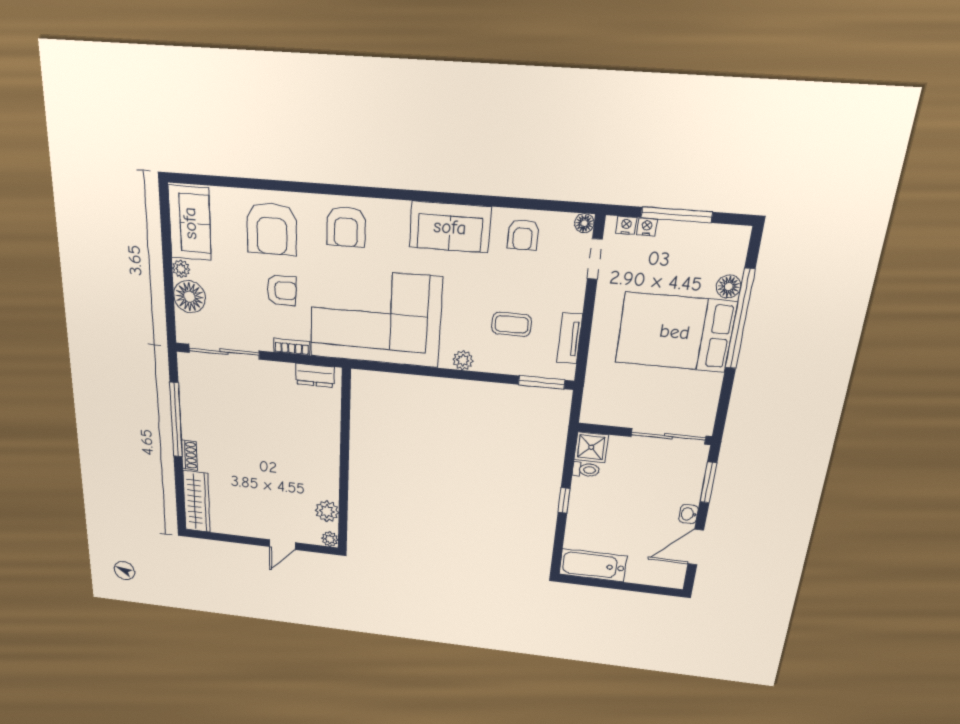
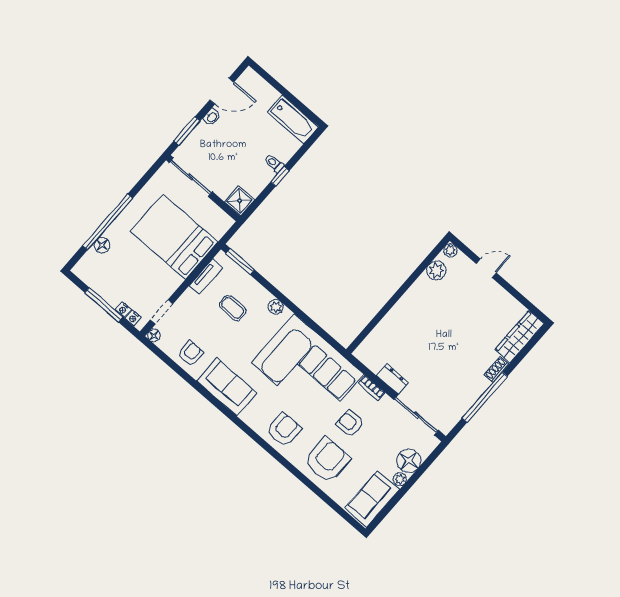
bed: (675, 332) -> (174, 237), moved, turned 180
dresser: (315, 375) -> (392, 379), moved
toilet: (586, 470) -> (274, 163), moved

